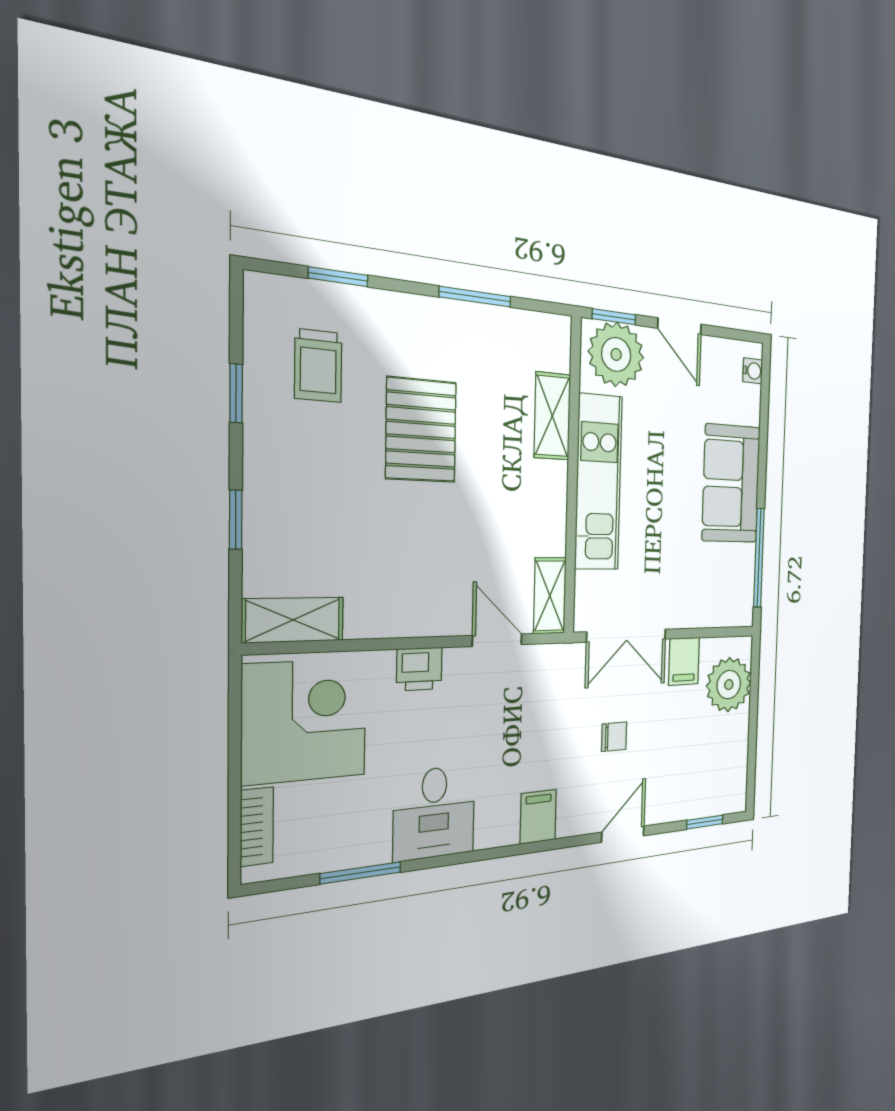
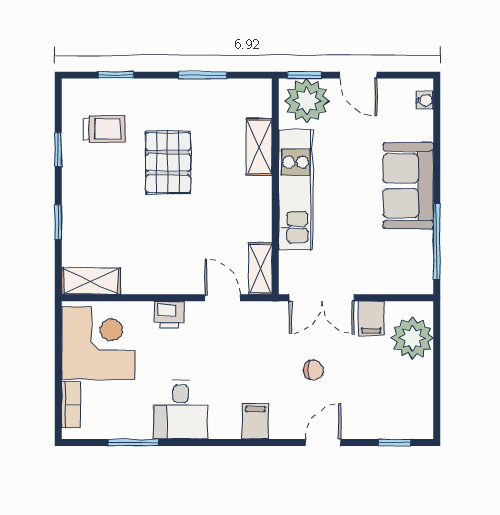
trolley: (318, 366) -> (104, 129), turned -90

